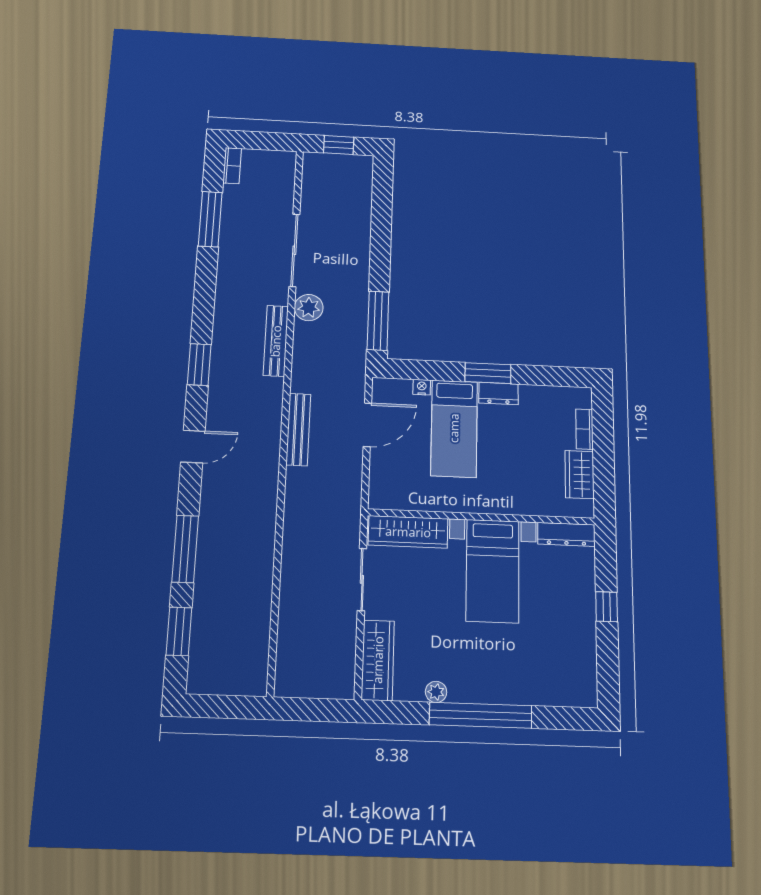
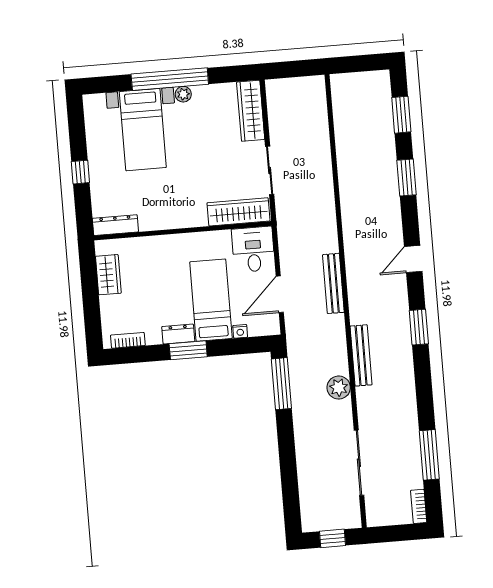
sliding door: (294, 250) -> (359, 463), moved
bookcase: (585, 429) -> (128, 340), moved, turned -90
desk: (394, 483) -> (253, 249), added
window: (185, 549) -> (407, 178), width x0.69
bed with nightstands: (493, 571) -> (143, 130), moved, turned 180
plant: (436, 692) -> (183, 94), moved

